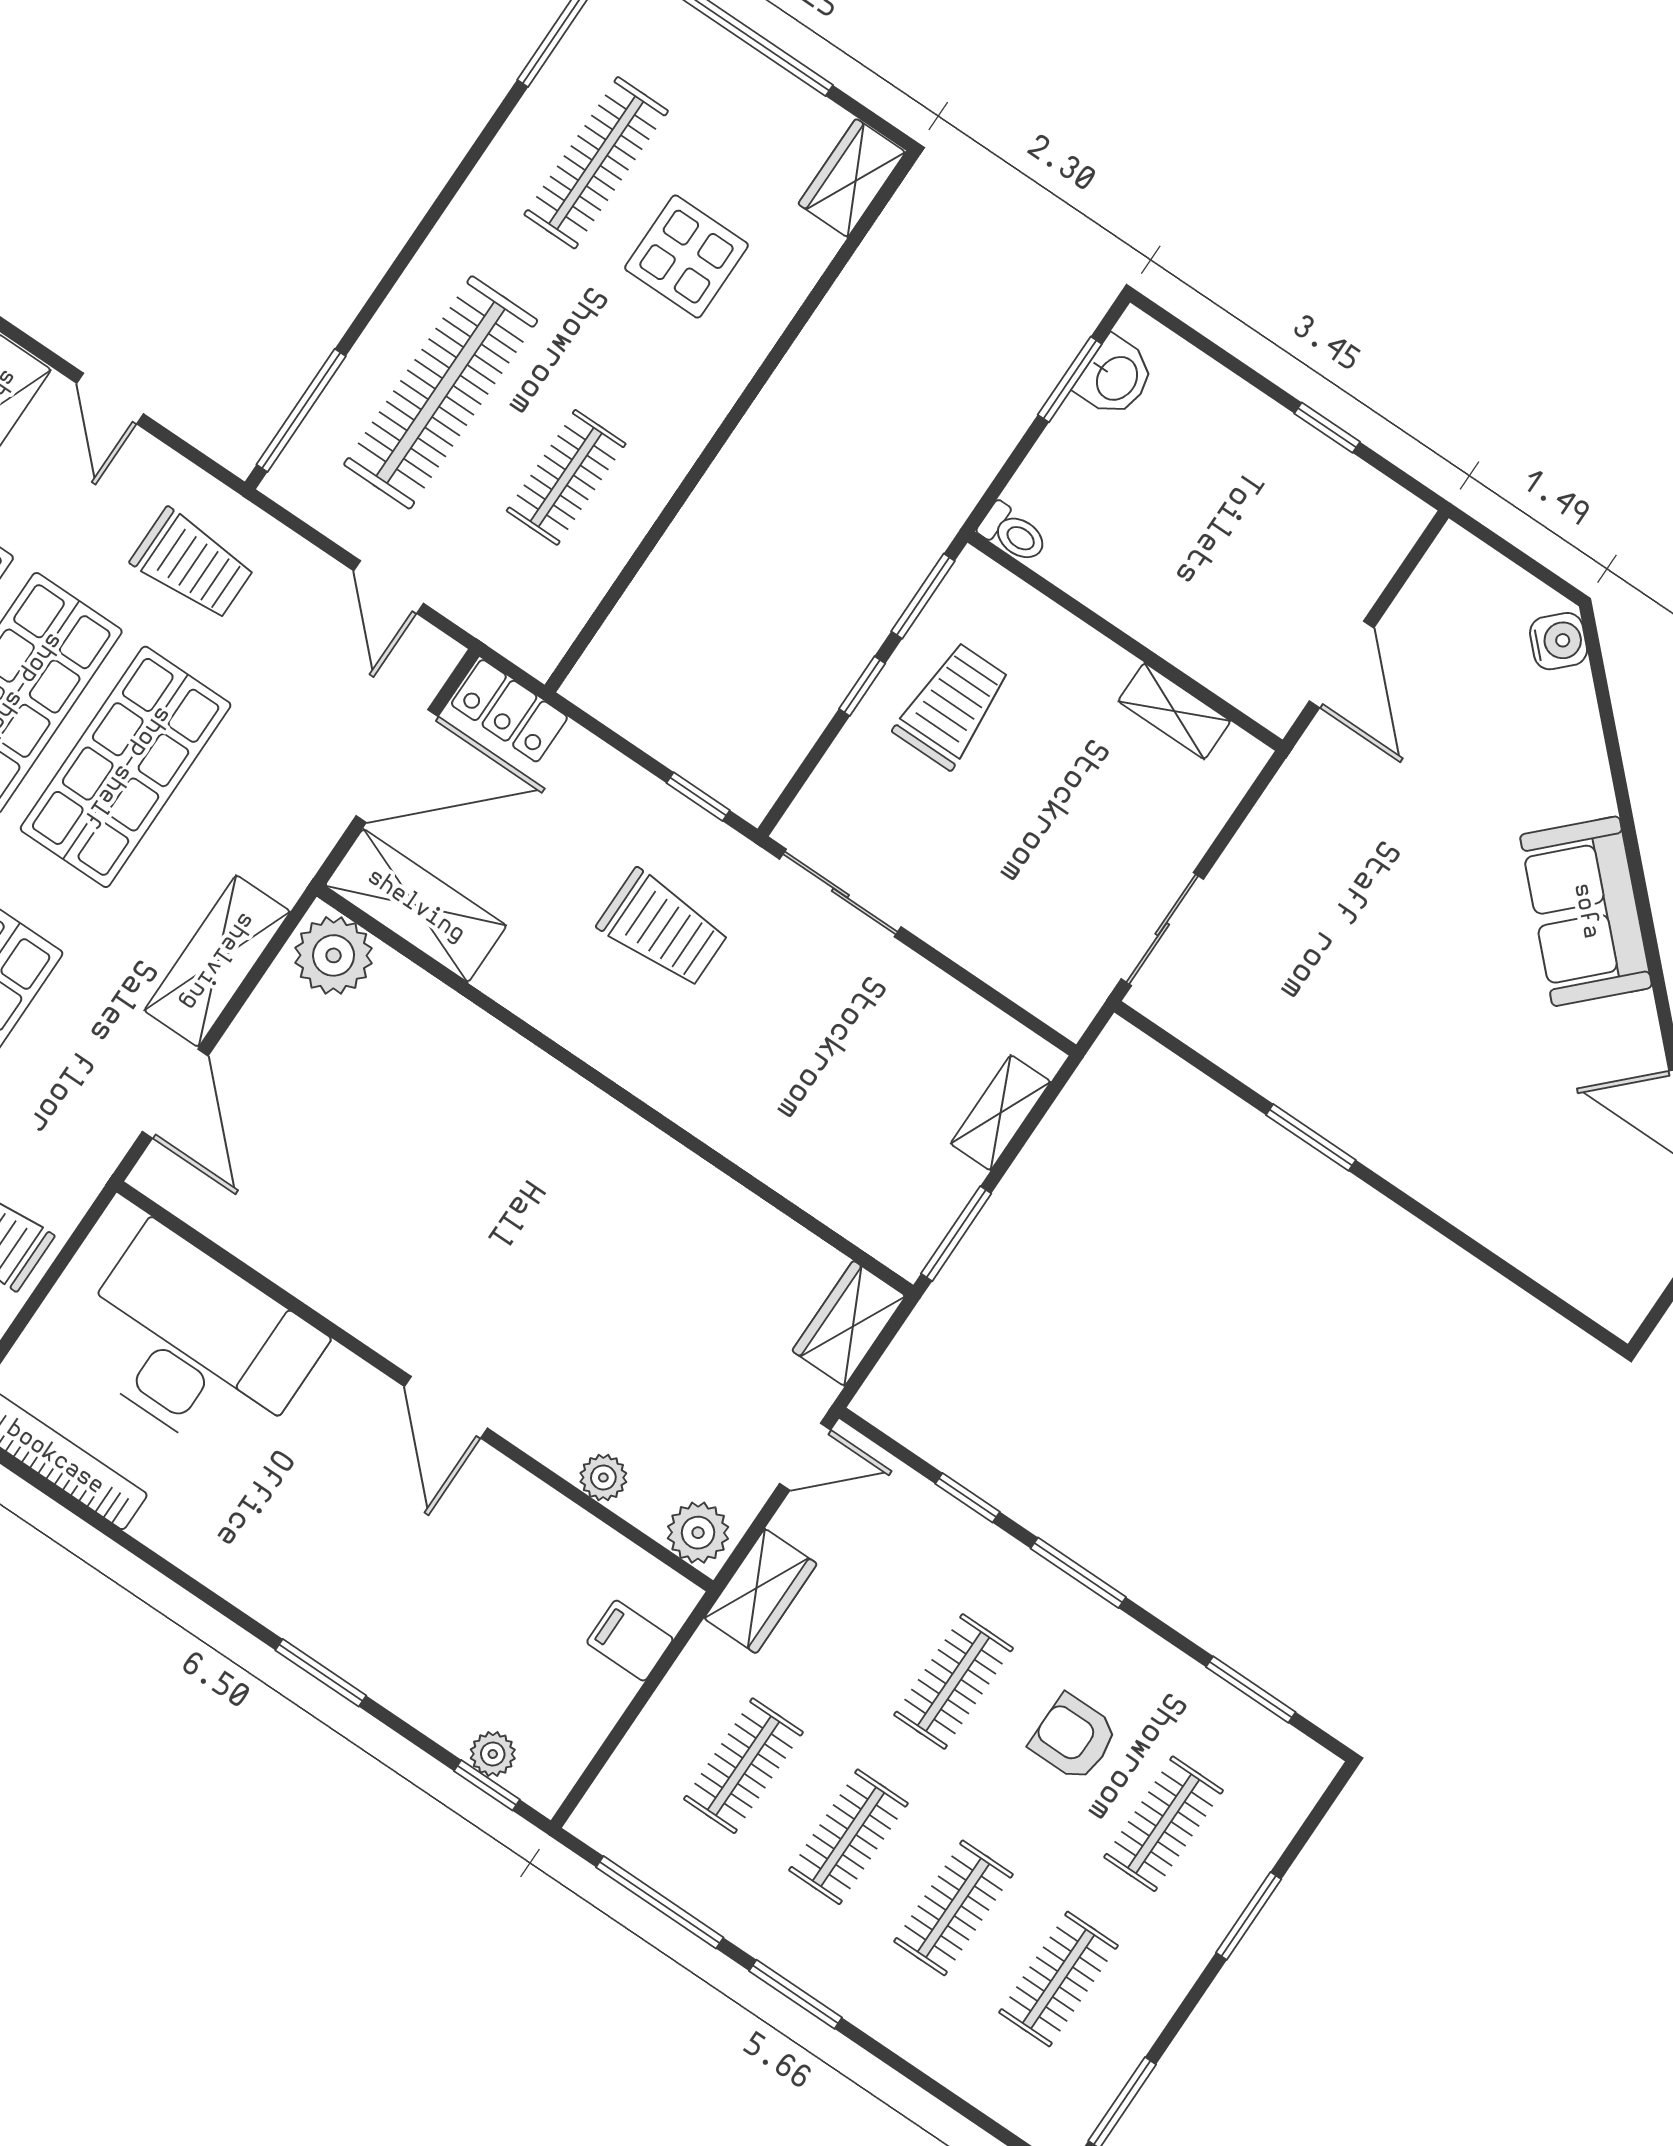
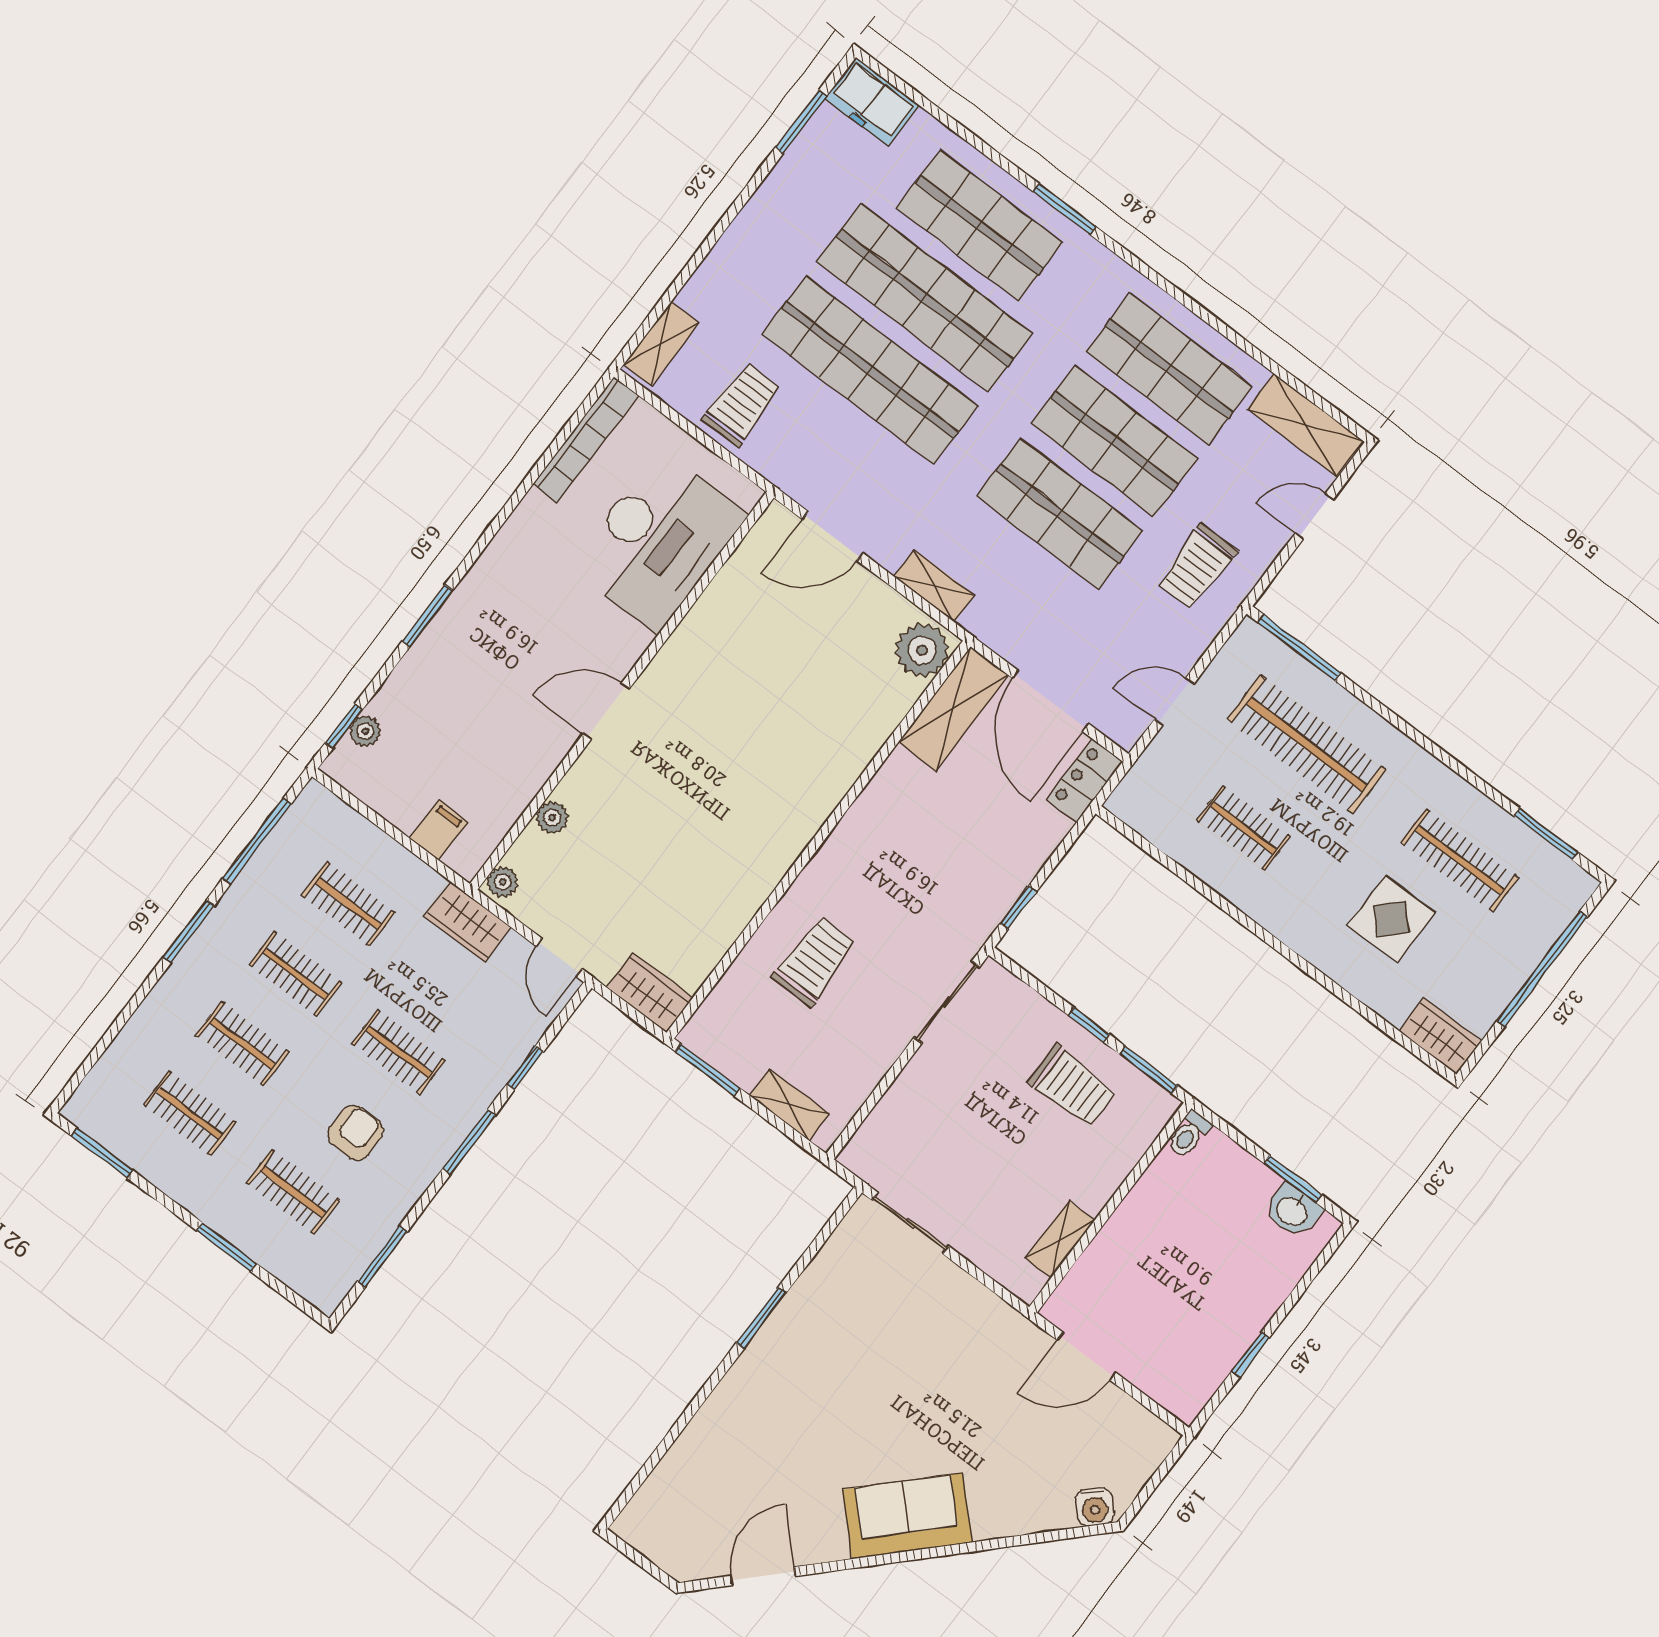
trolley: (663, 928) -> (815, 961), moved, turned 180
shelving: (217, 961) -> (934, 586), width x0.67, depth x0.75
plant: (698, 1533) -> (502, 882), width x0.73, depth x0.73

